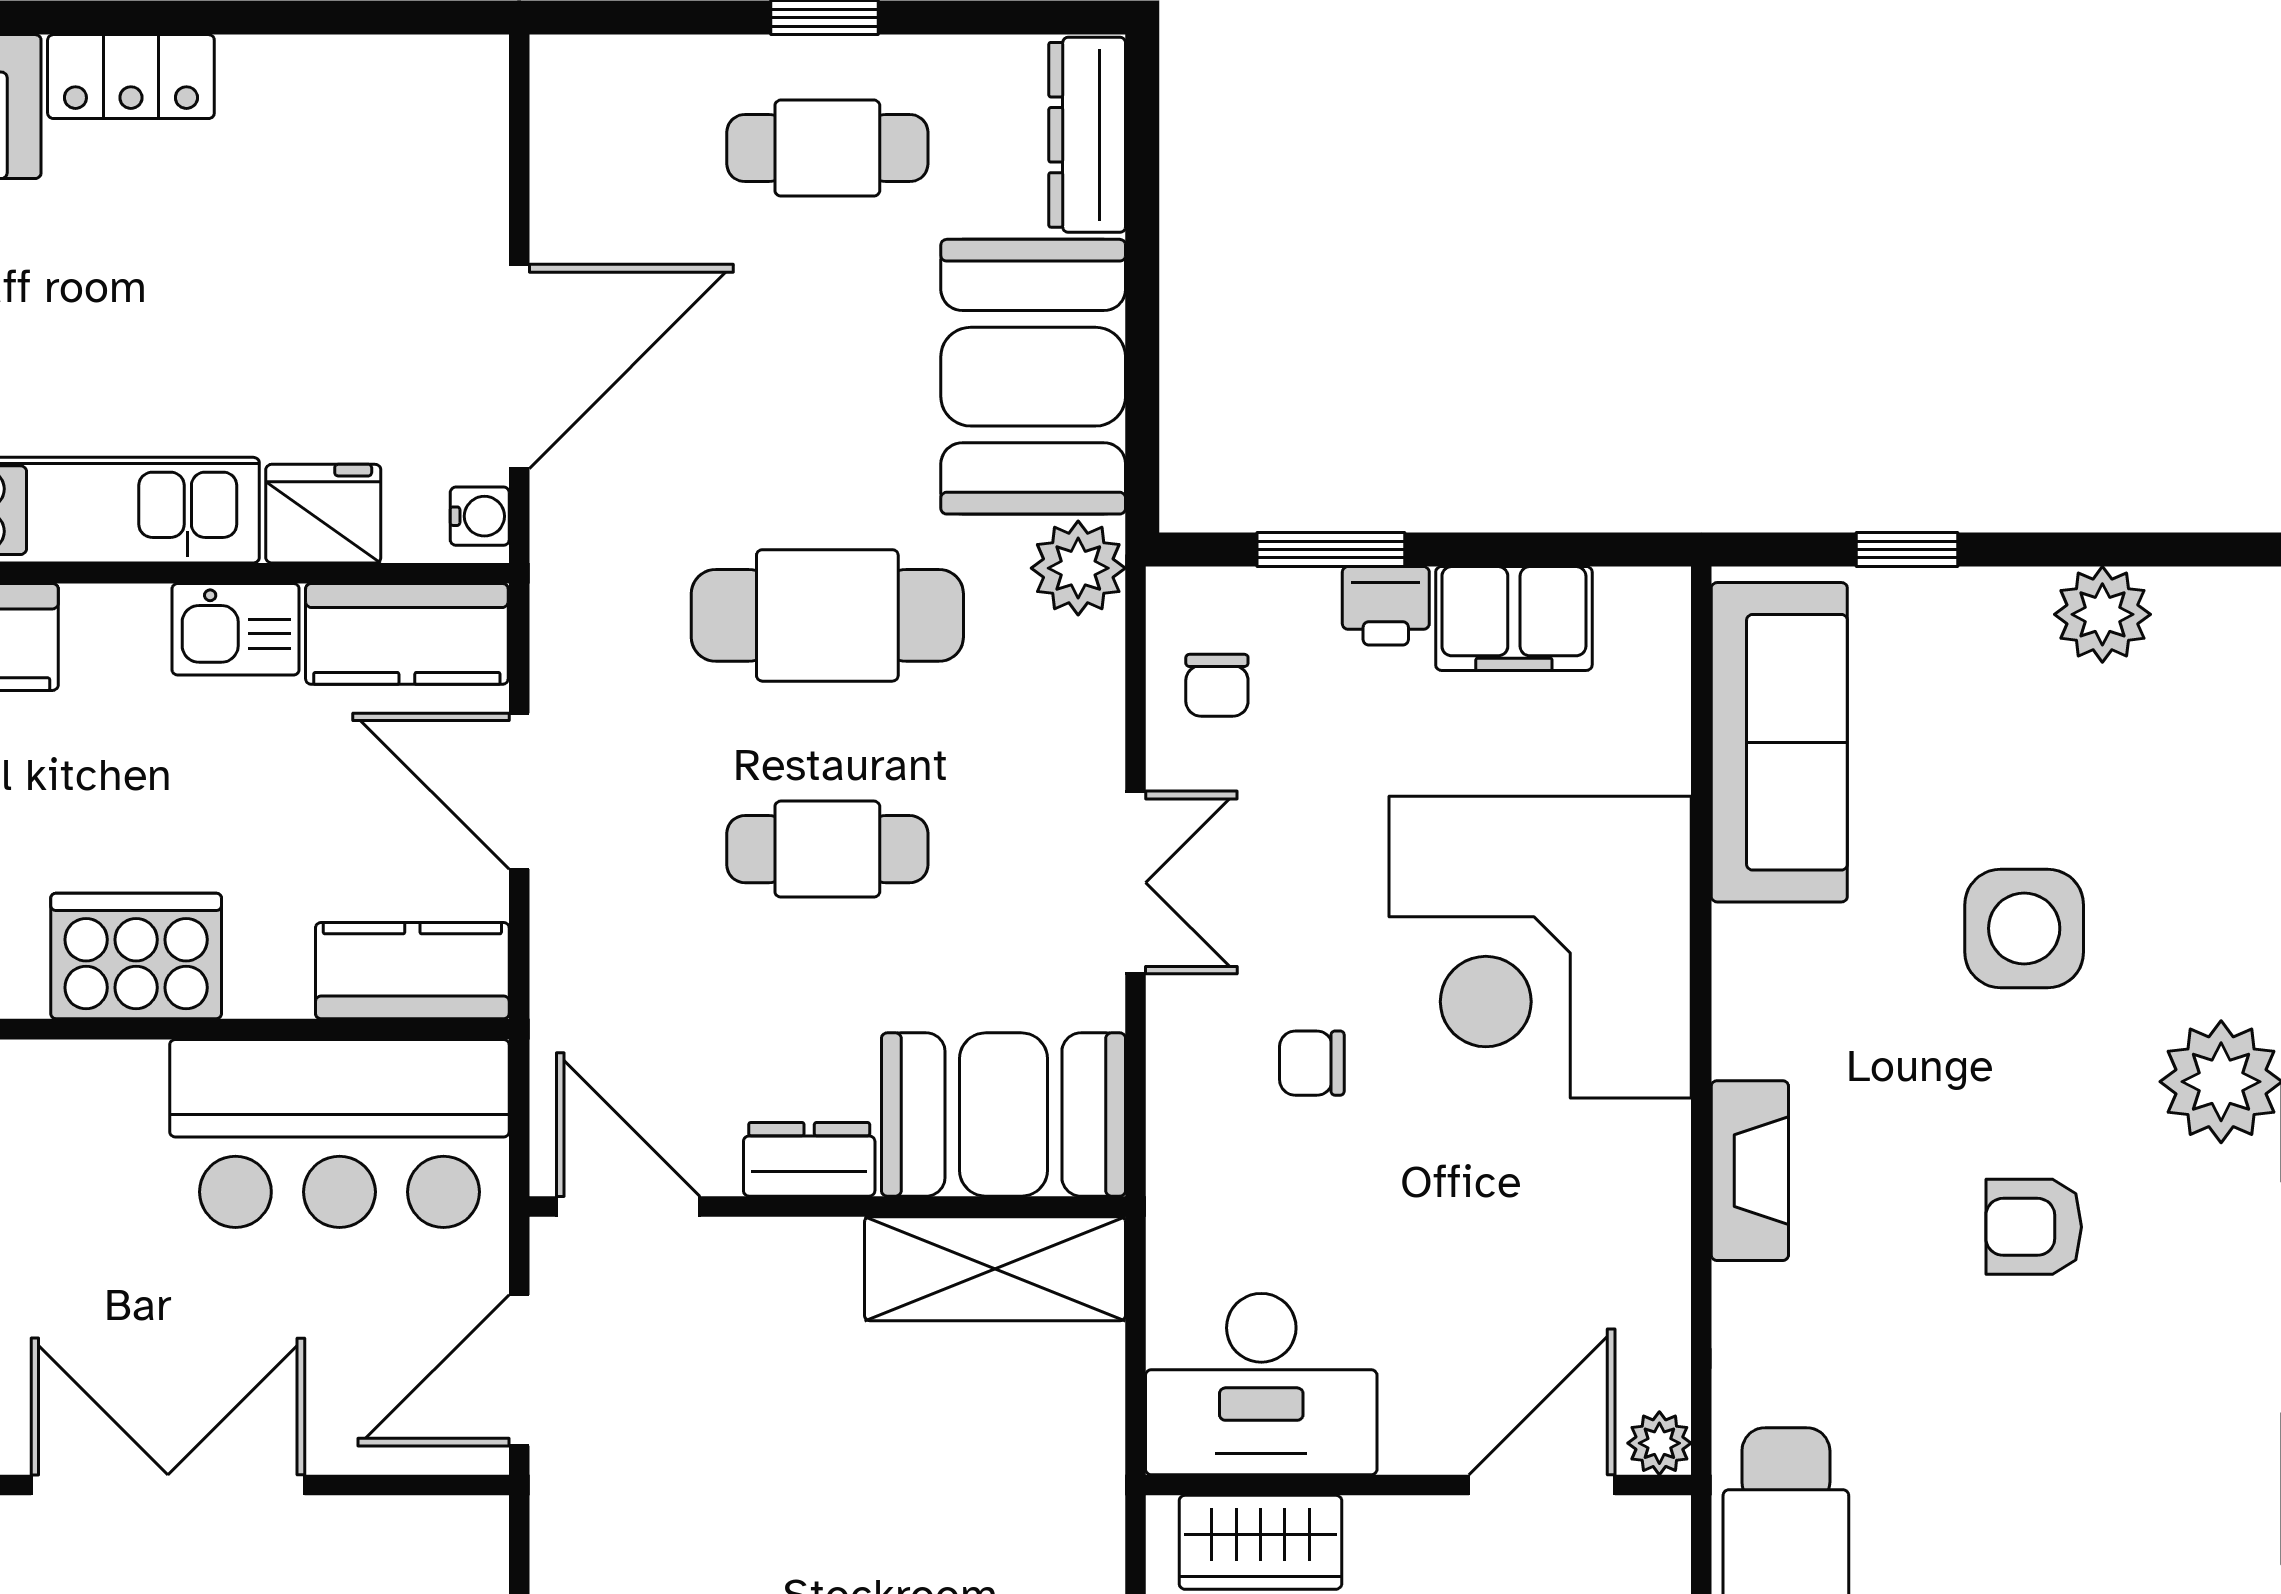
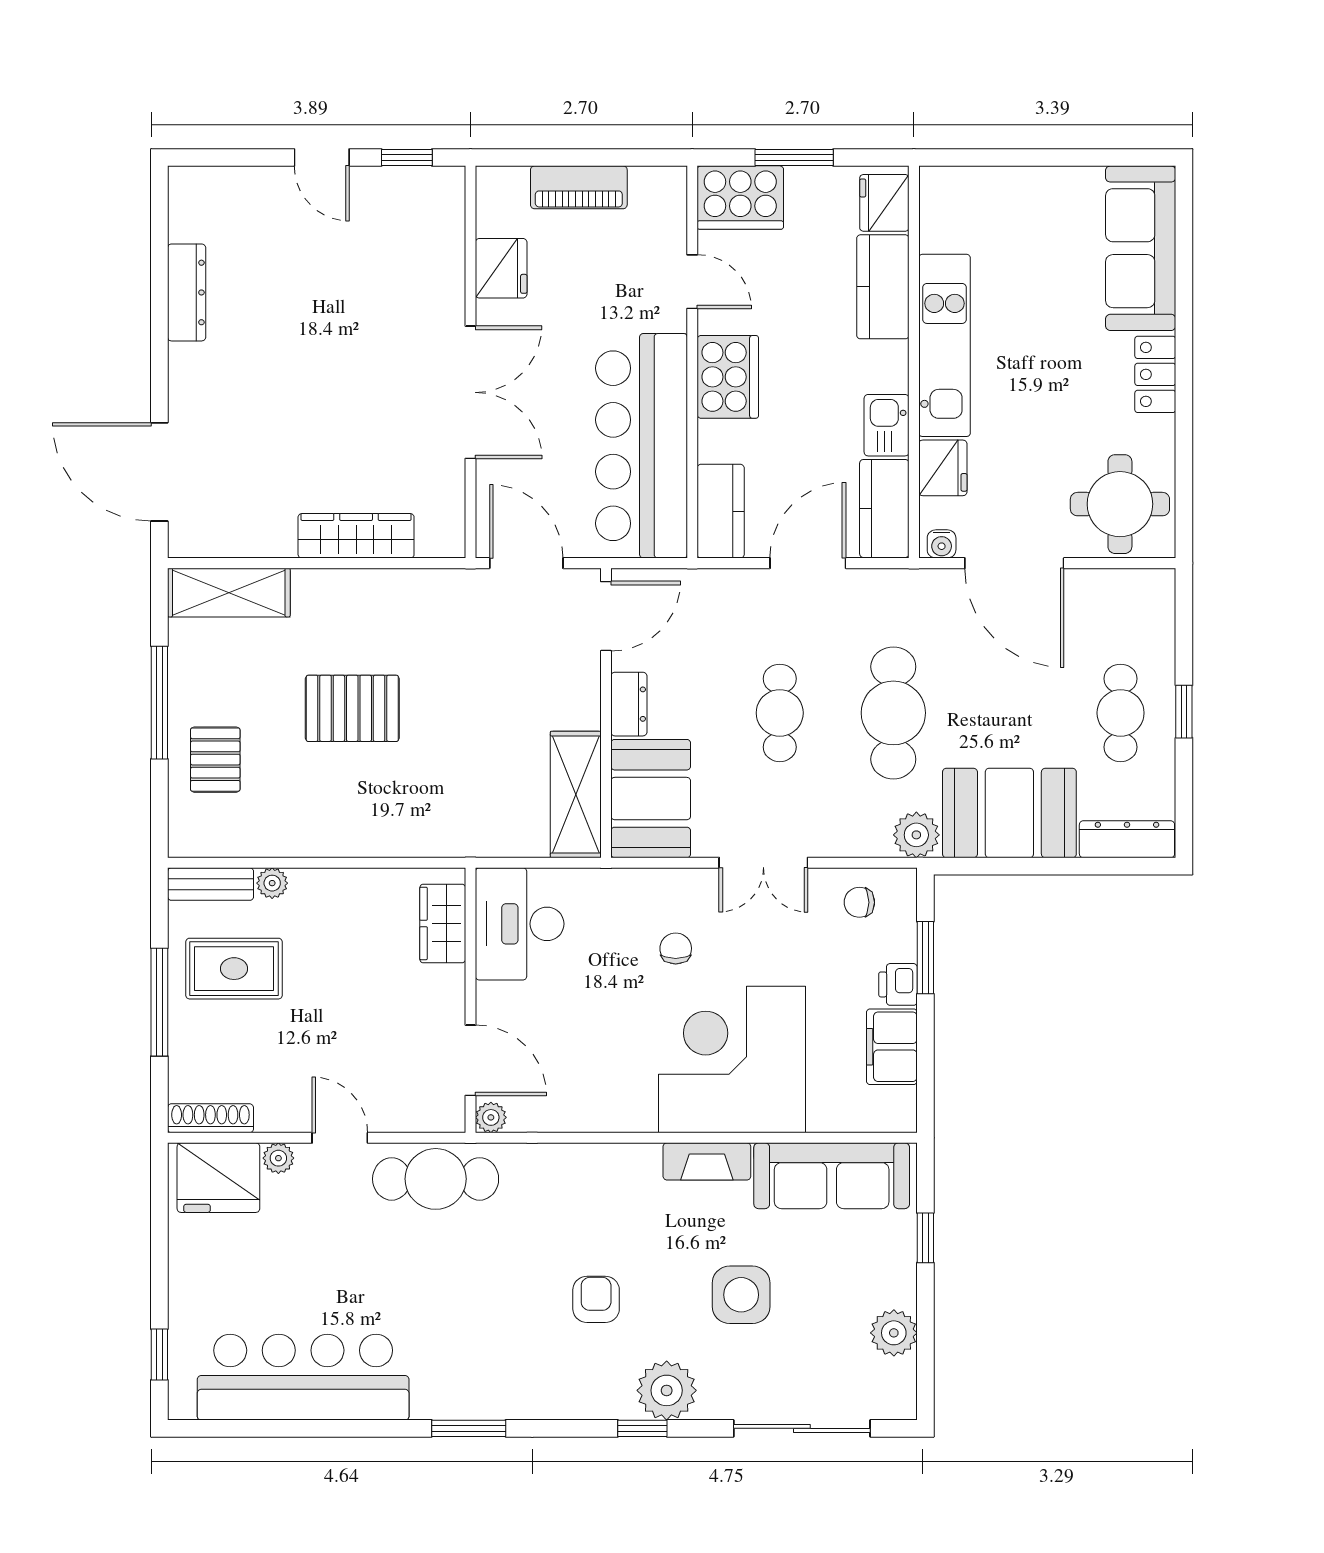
round table: (398, 149) -> (1120, 504), added
bar counter: (339, 1133) -> (641, 446), width x1.36
fireplace: (1750, 1171) -> (707, 1161), moved

